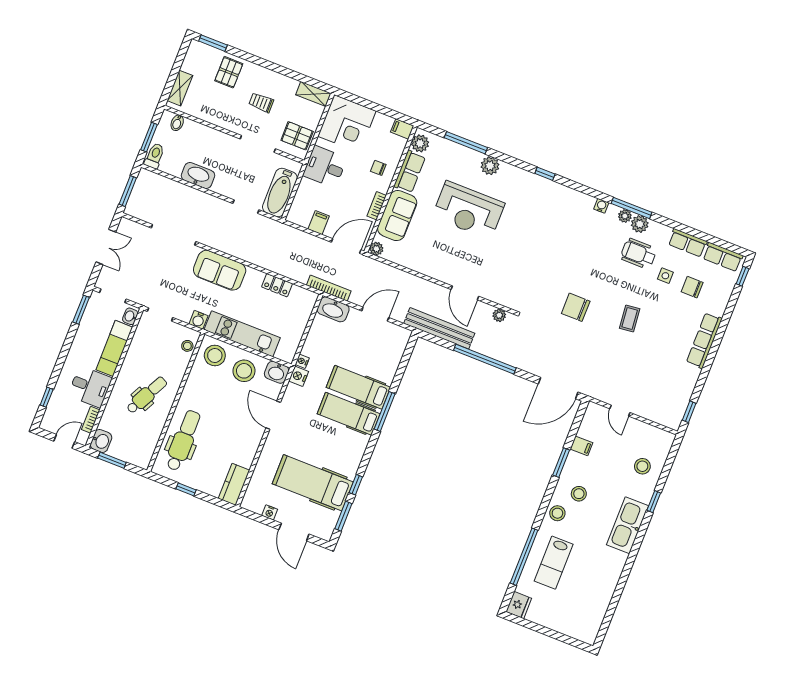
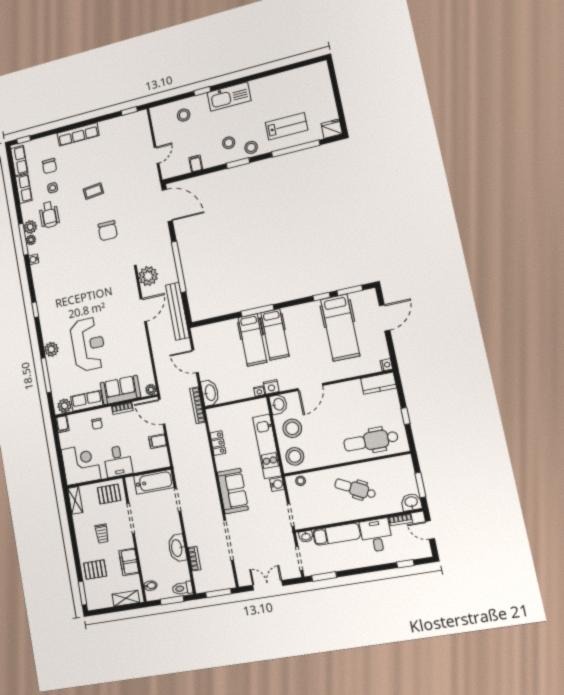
filing cabinet: (215, 114) -> (129, 562), added
pallet: (297, 136) -> (109, 494), turned 90
bookcase: (177, 187) -> (194, 559), added
plant: (499, 315) -> (148, 276), width x1.87, depth x1.87
window: (561, 463) -> (238, 163), moved
nightstand: (270, 512) -> (386, 365), moved

